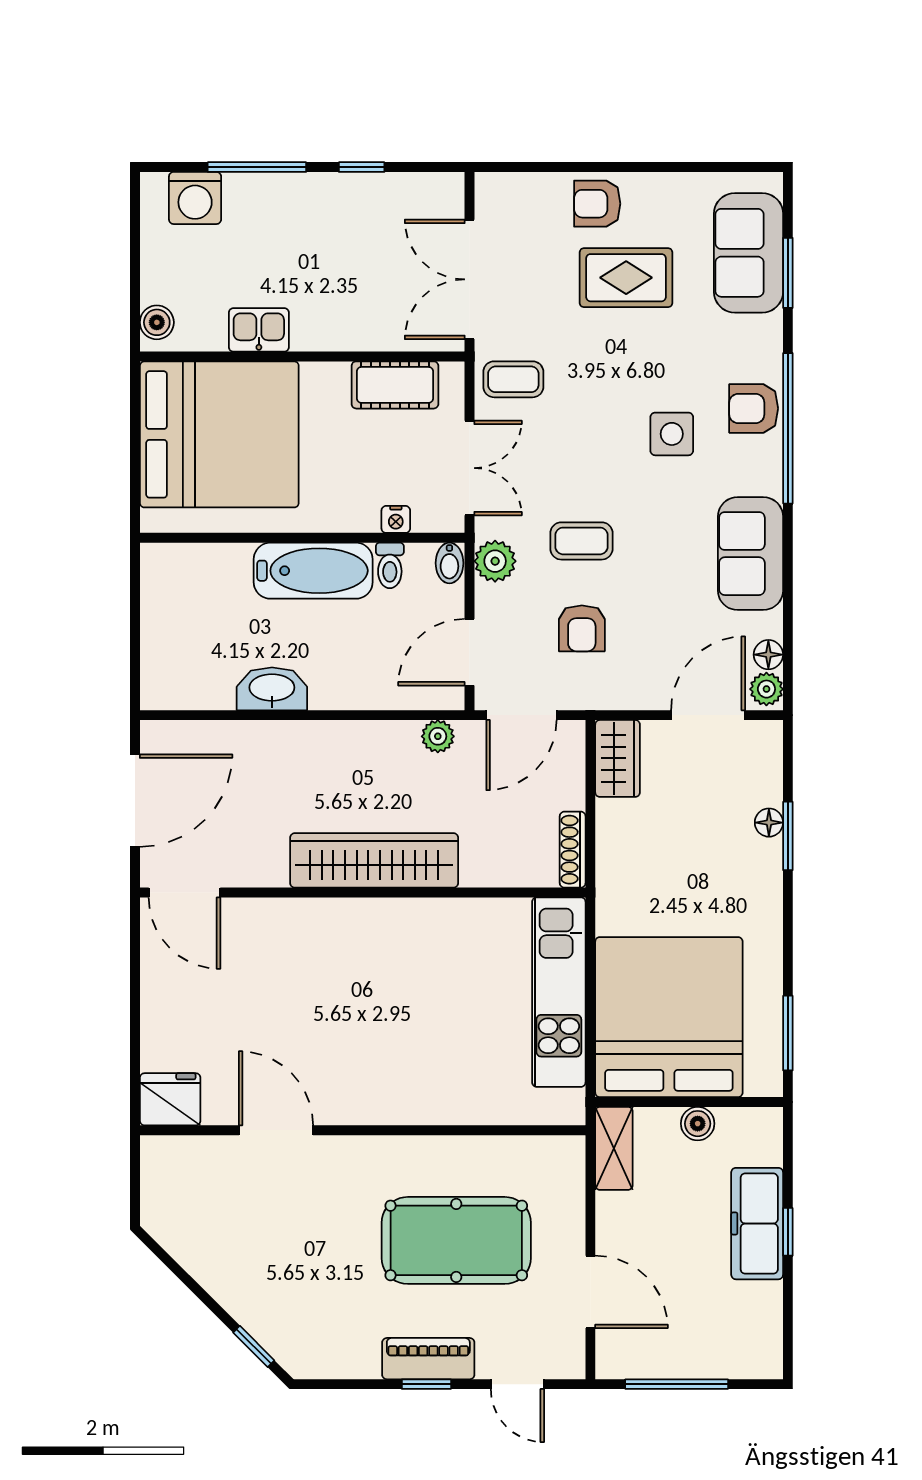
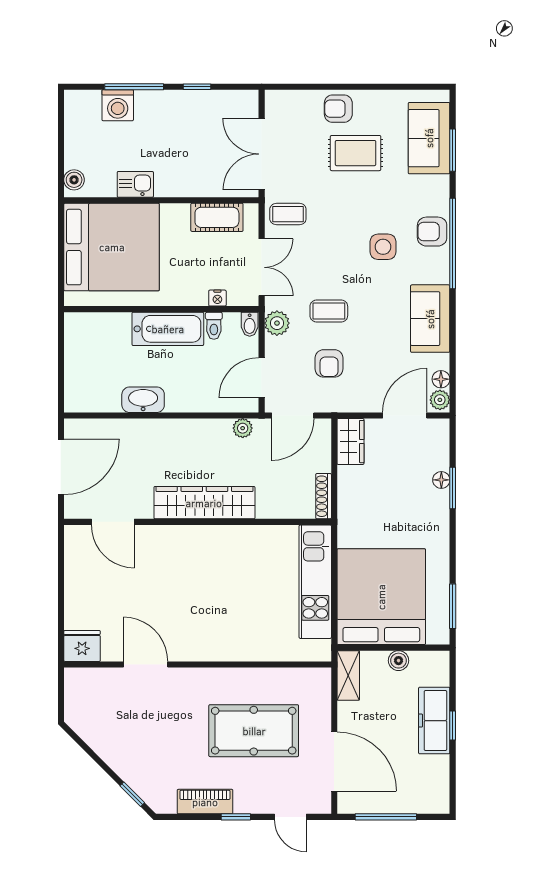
washing machine: (195, 198) -> (118, 105), moved
door: (184, 892) -> (113, 522), moved
door: (590, 1292) -> (334, 762), width x1.36
piano: (428, 1359) -> (205, 802), moved

